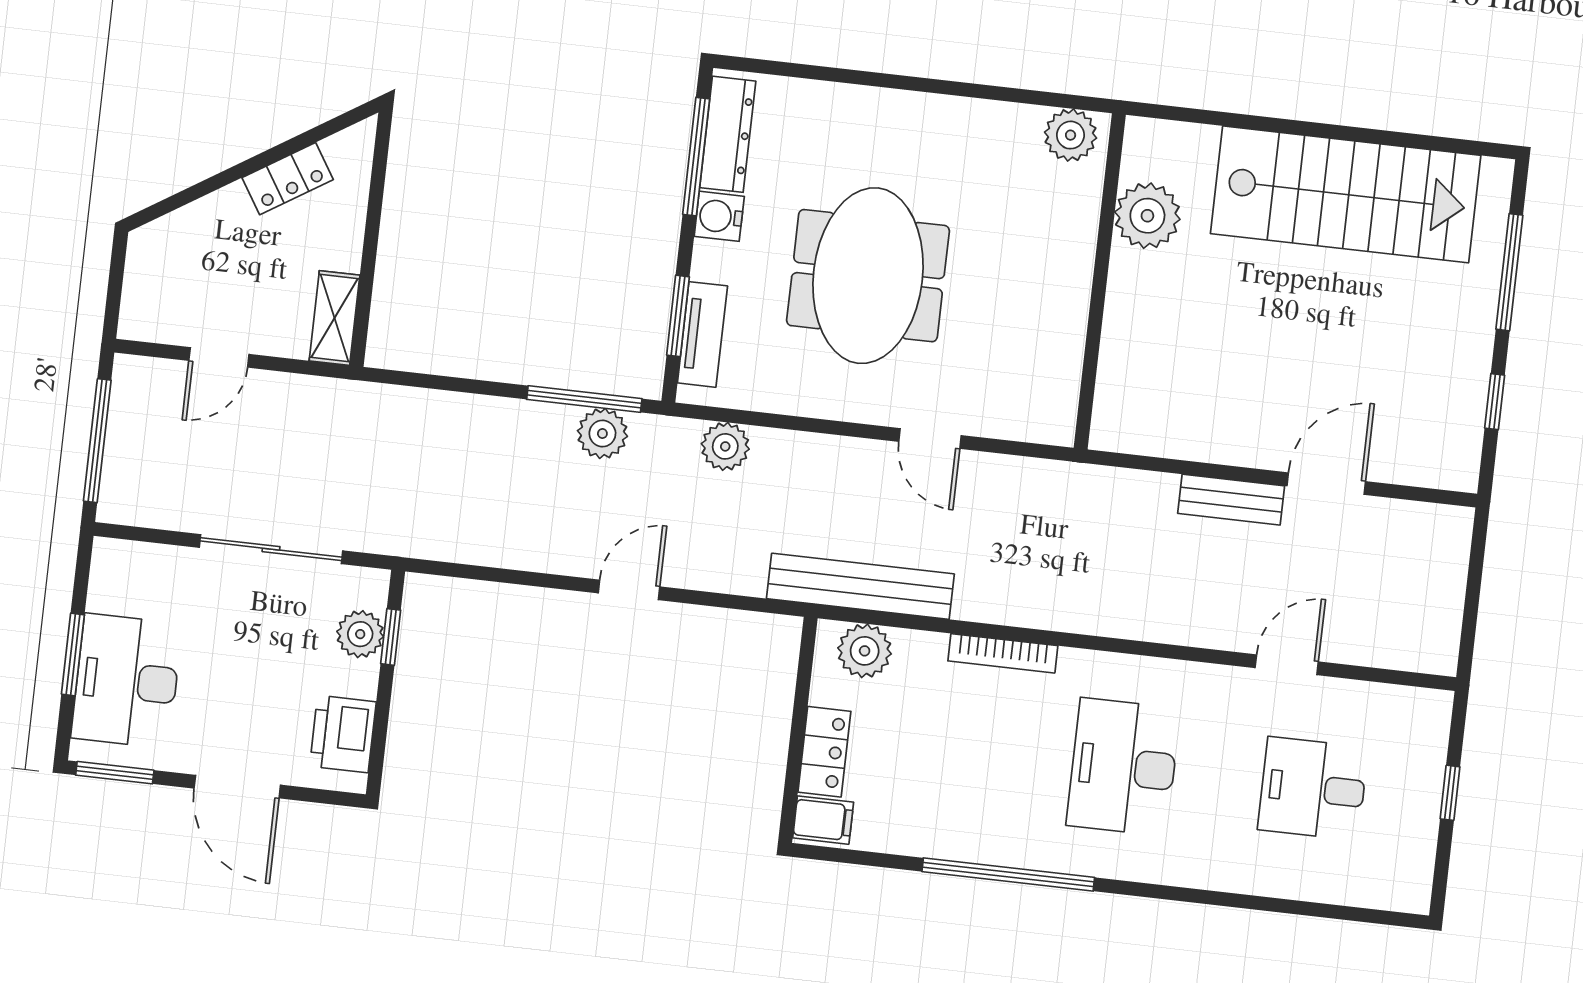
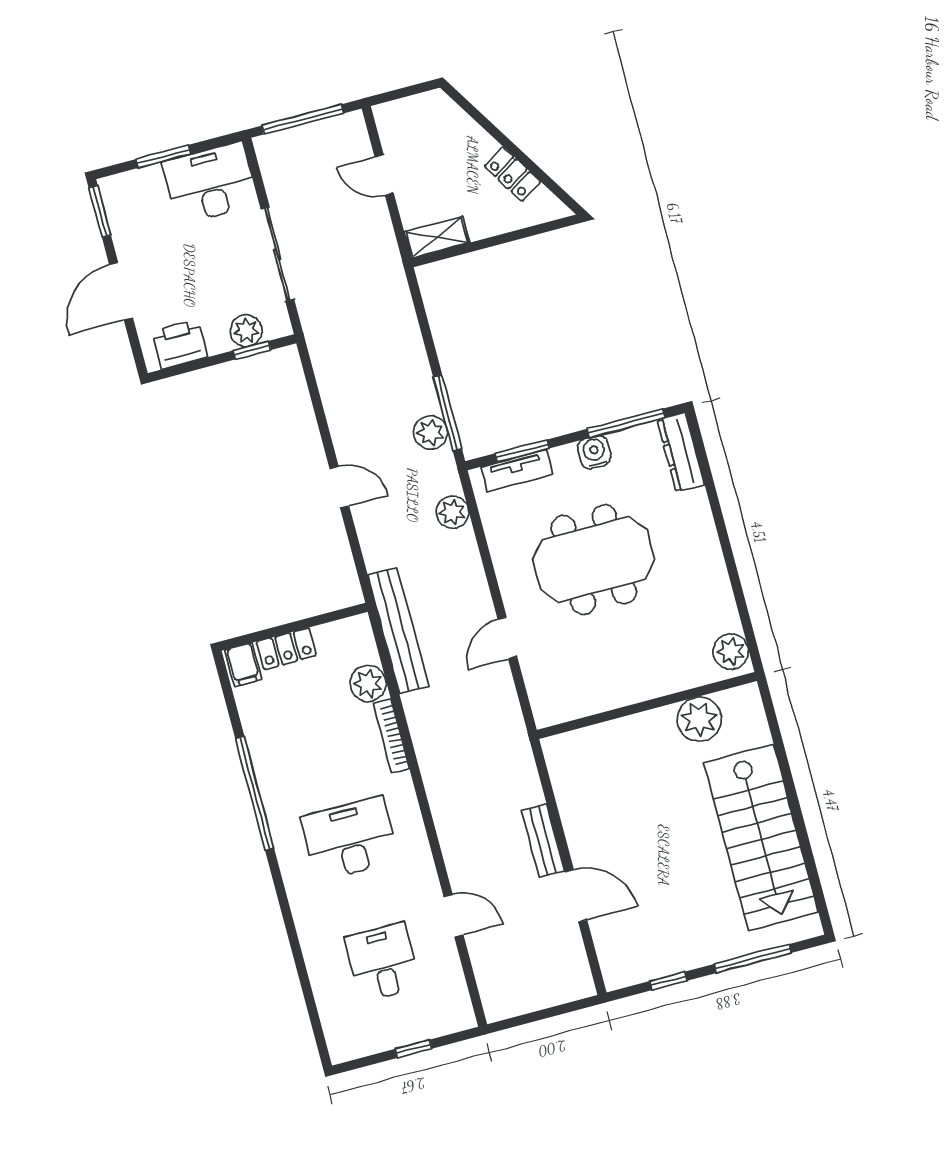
dresser: (728, 134) -> (681, 452), moved, turned 90
plant: (865, 651) -> (368, 683), moved
desk: (127, 681) -> (210, 183), moved

